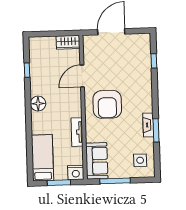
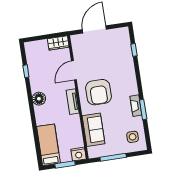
tv unit: (77, 132) -> (73, 102), moved
sofa: (97, 161) -> (94, 130), moved

